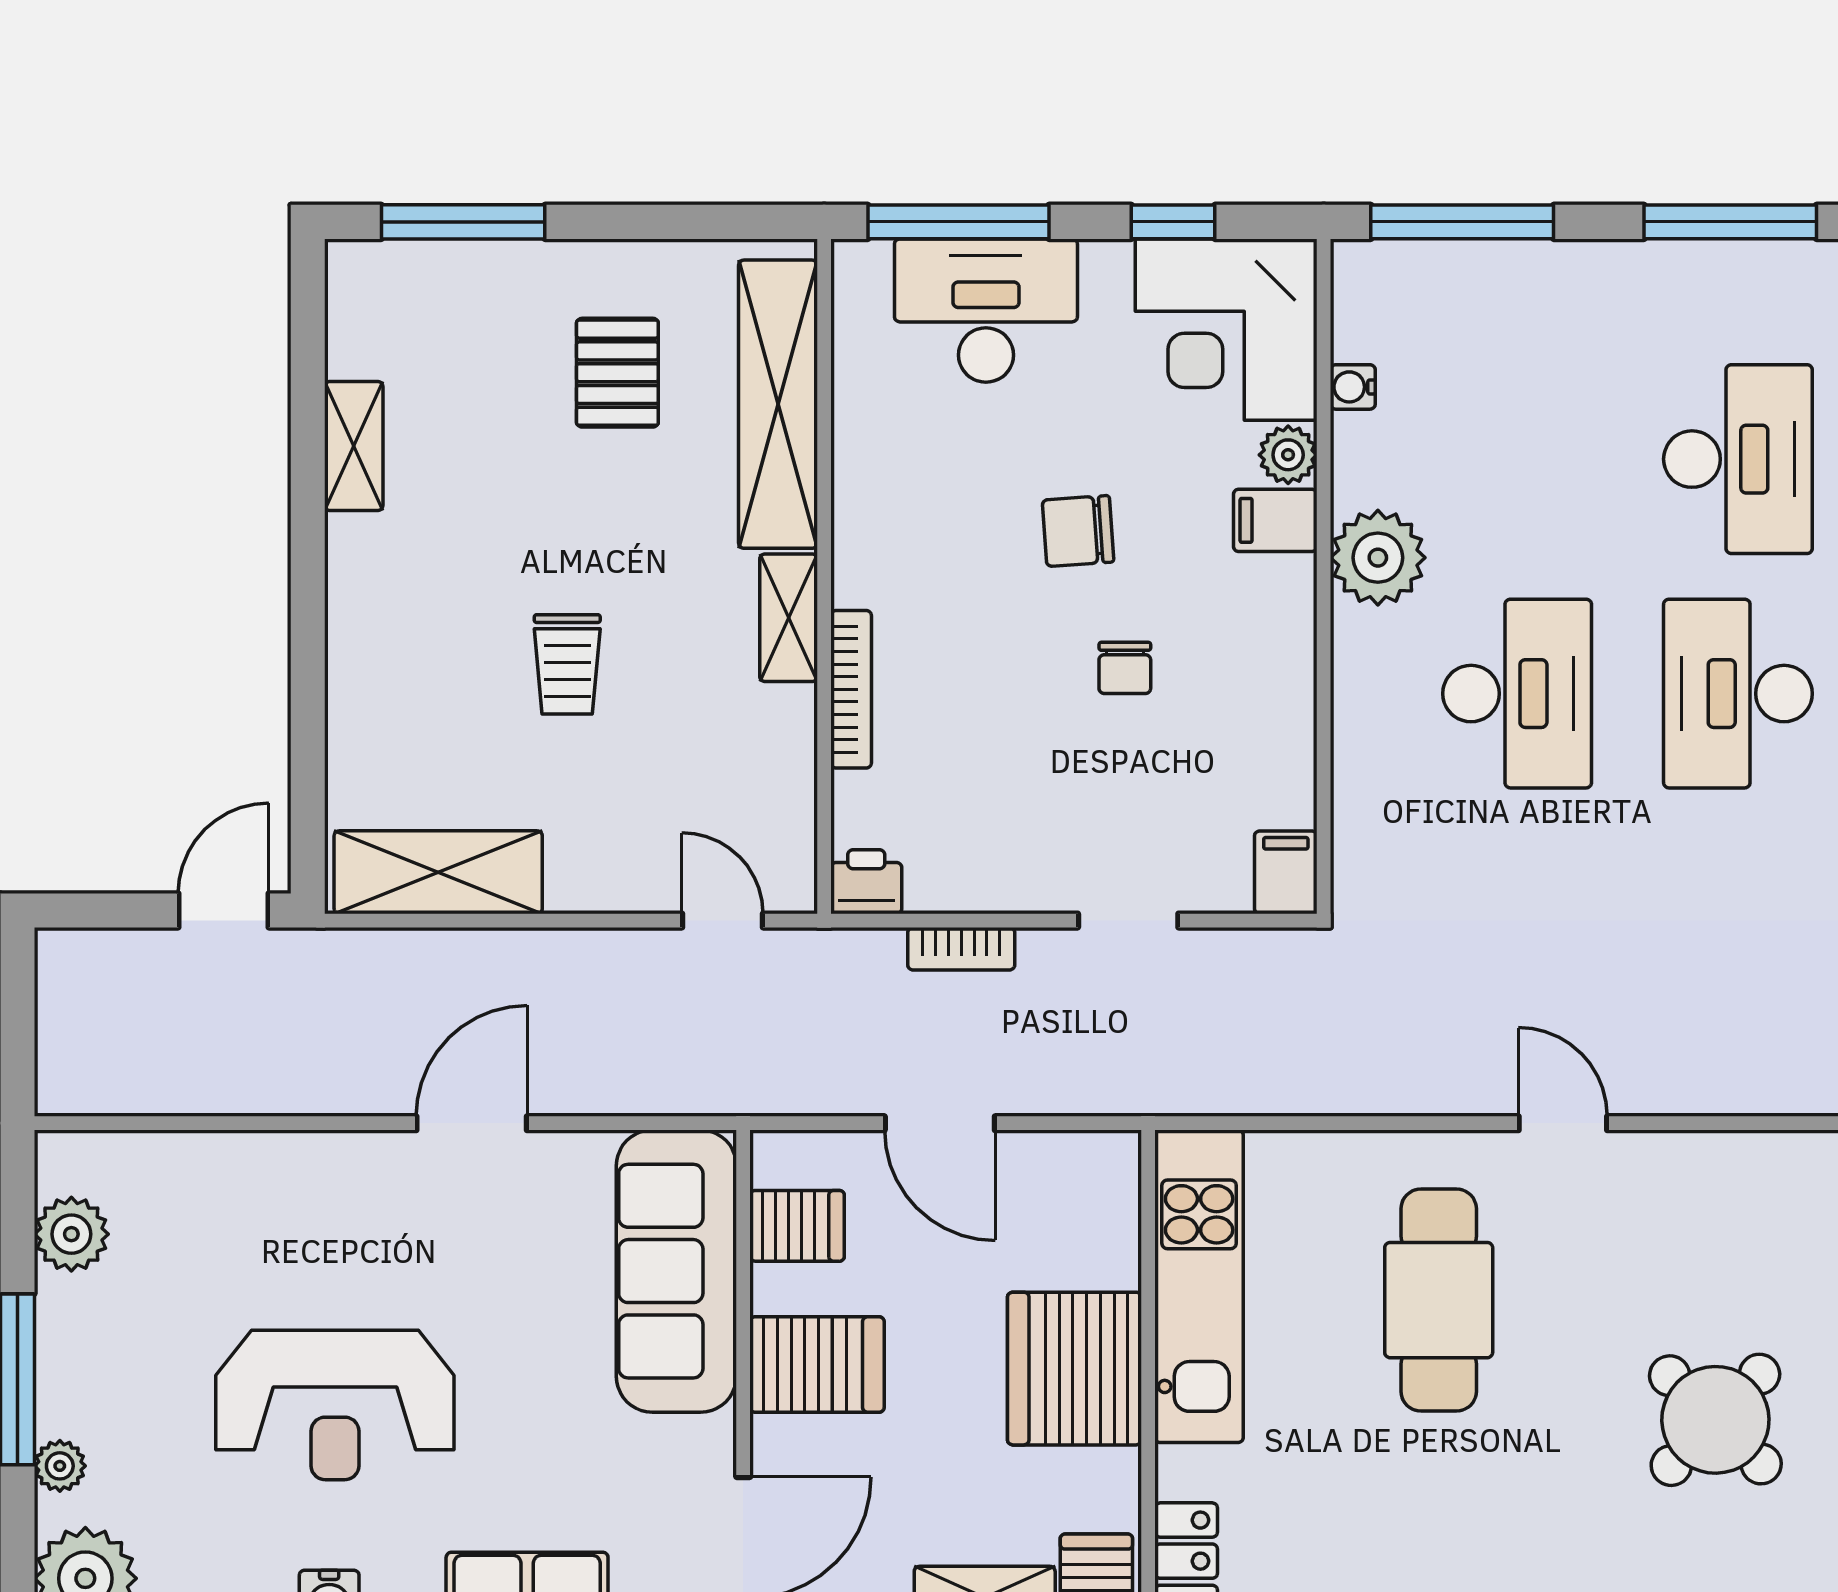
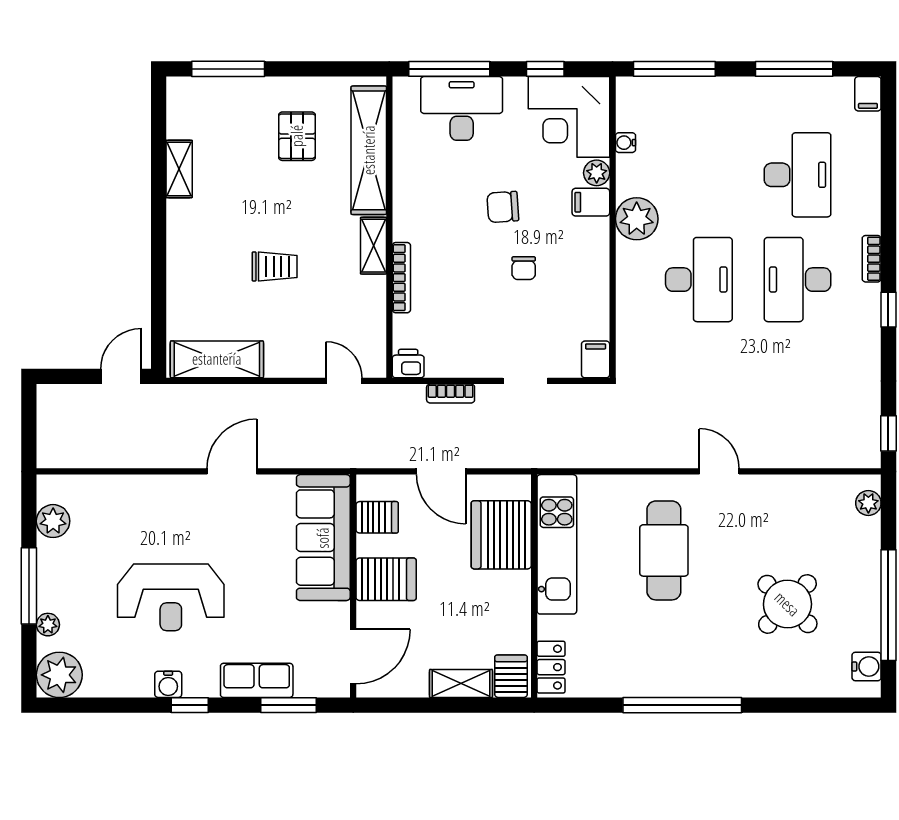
trolley: (567, 664) -> (275, 266), turned -90
server rack: (1075, 1369) -> (501, 535), moved

